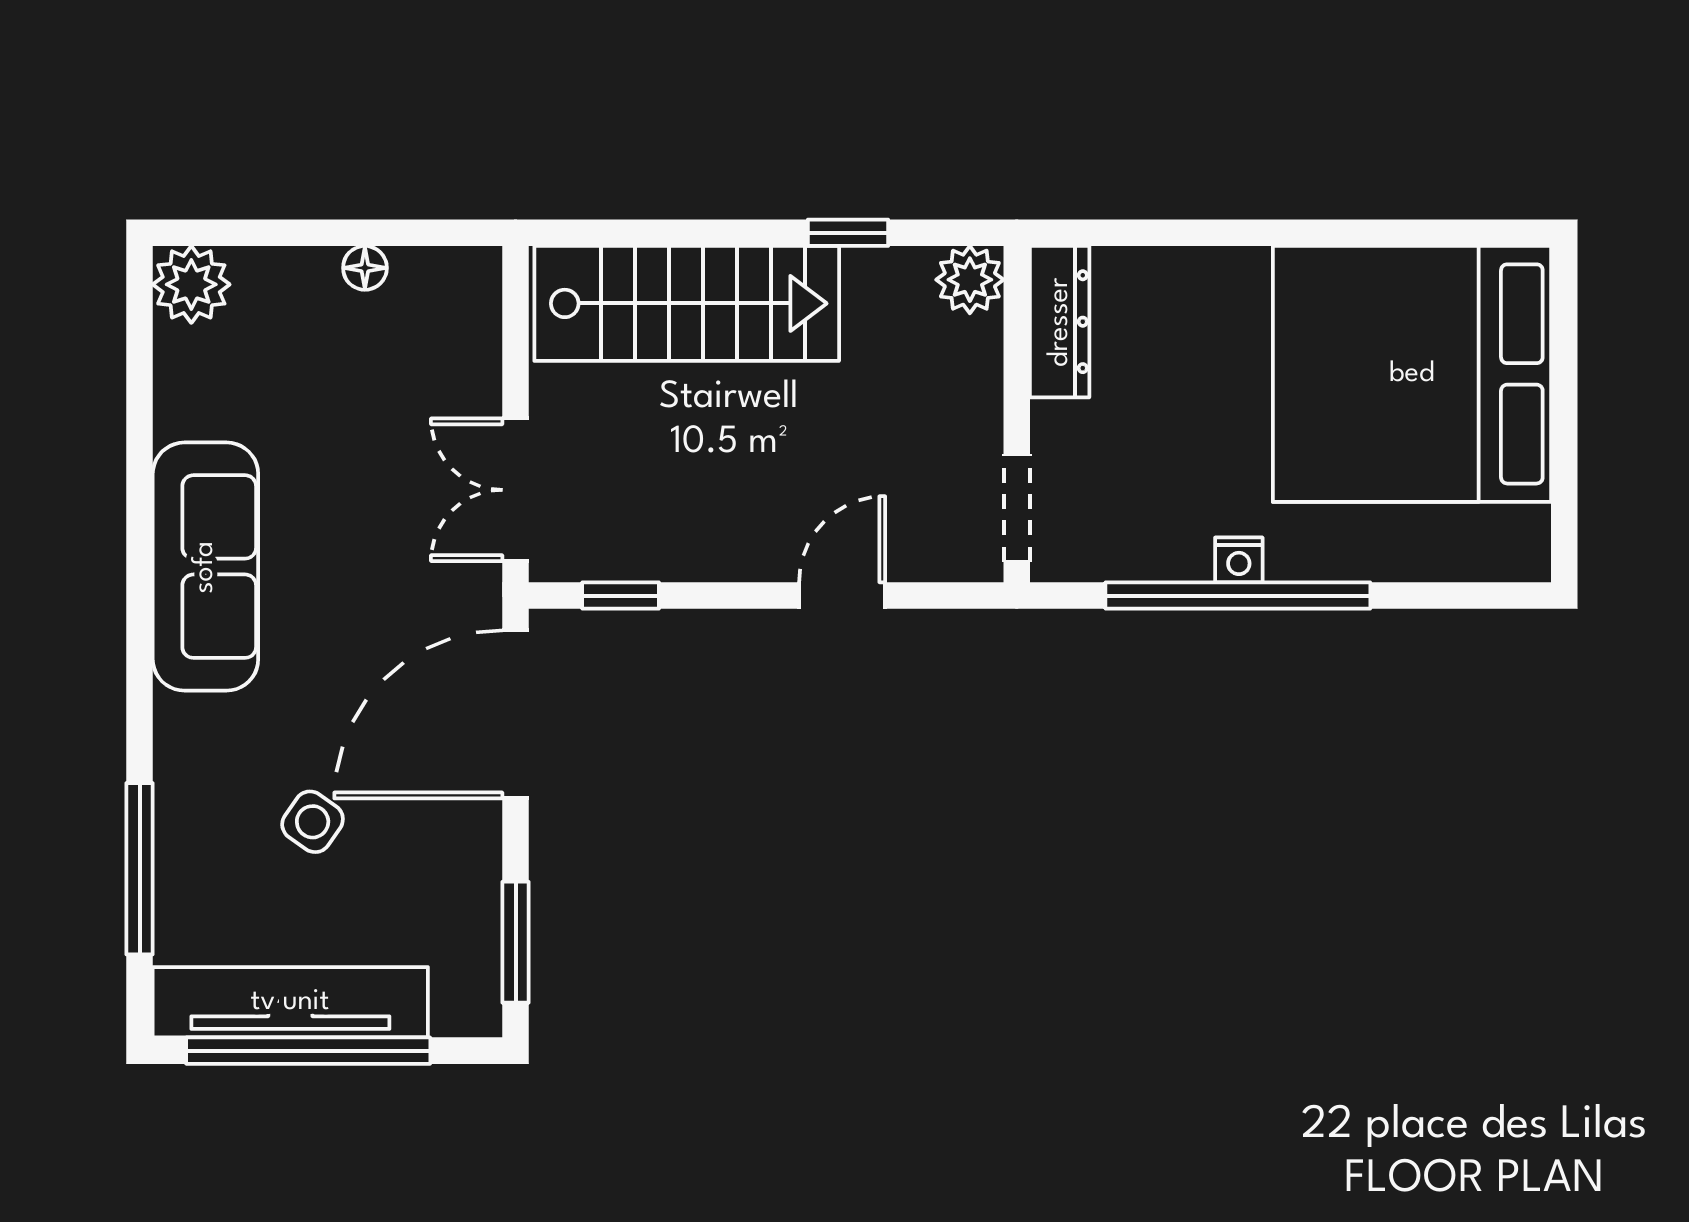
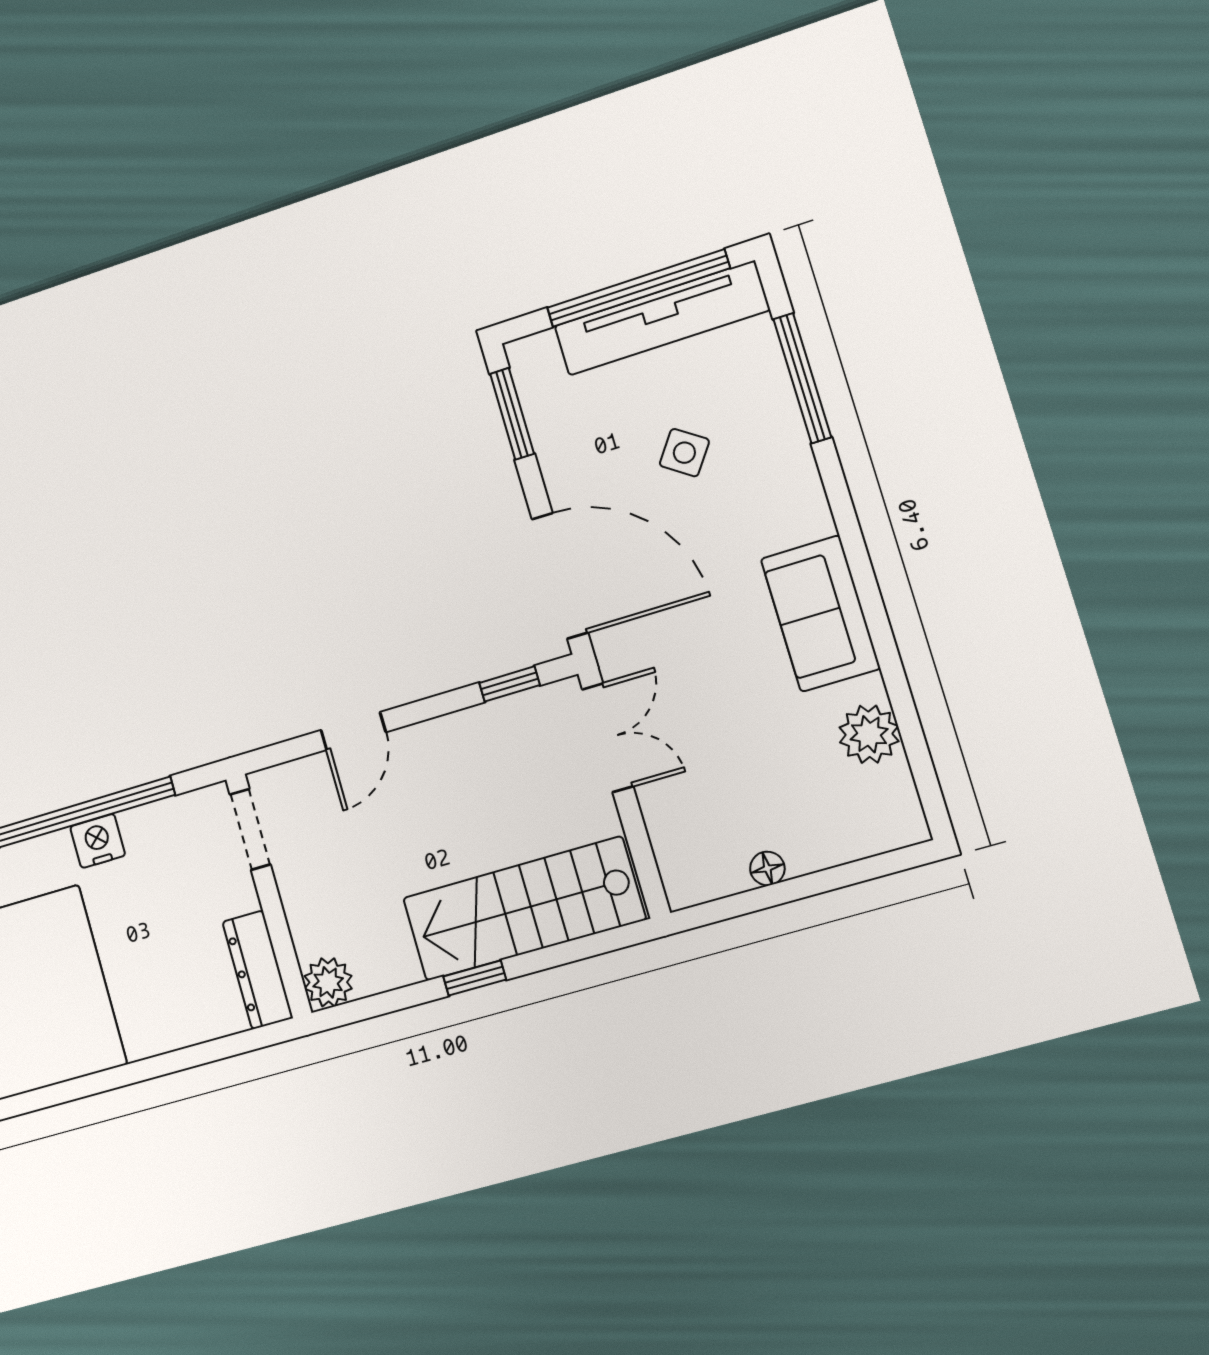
window: (848, 233) -> (475, 978), moved
plant: (191, 284) -> (869, 734), moved
nightstand: (1239, 560) -> (98, 841), width x1.39, depth x1.35
sofa: (205, 567) -> (820, 614), width x0.73
door: (516, 714) -> (560, 576), hinge flipped

